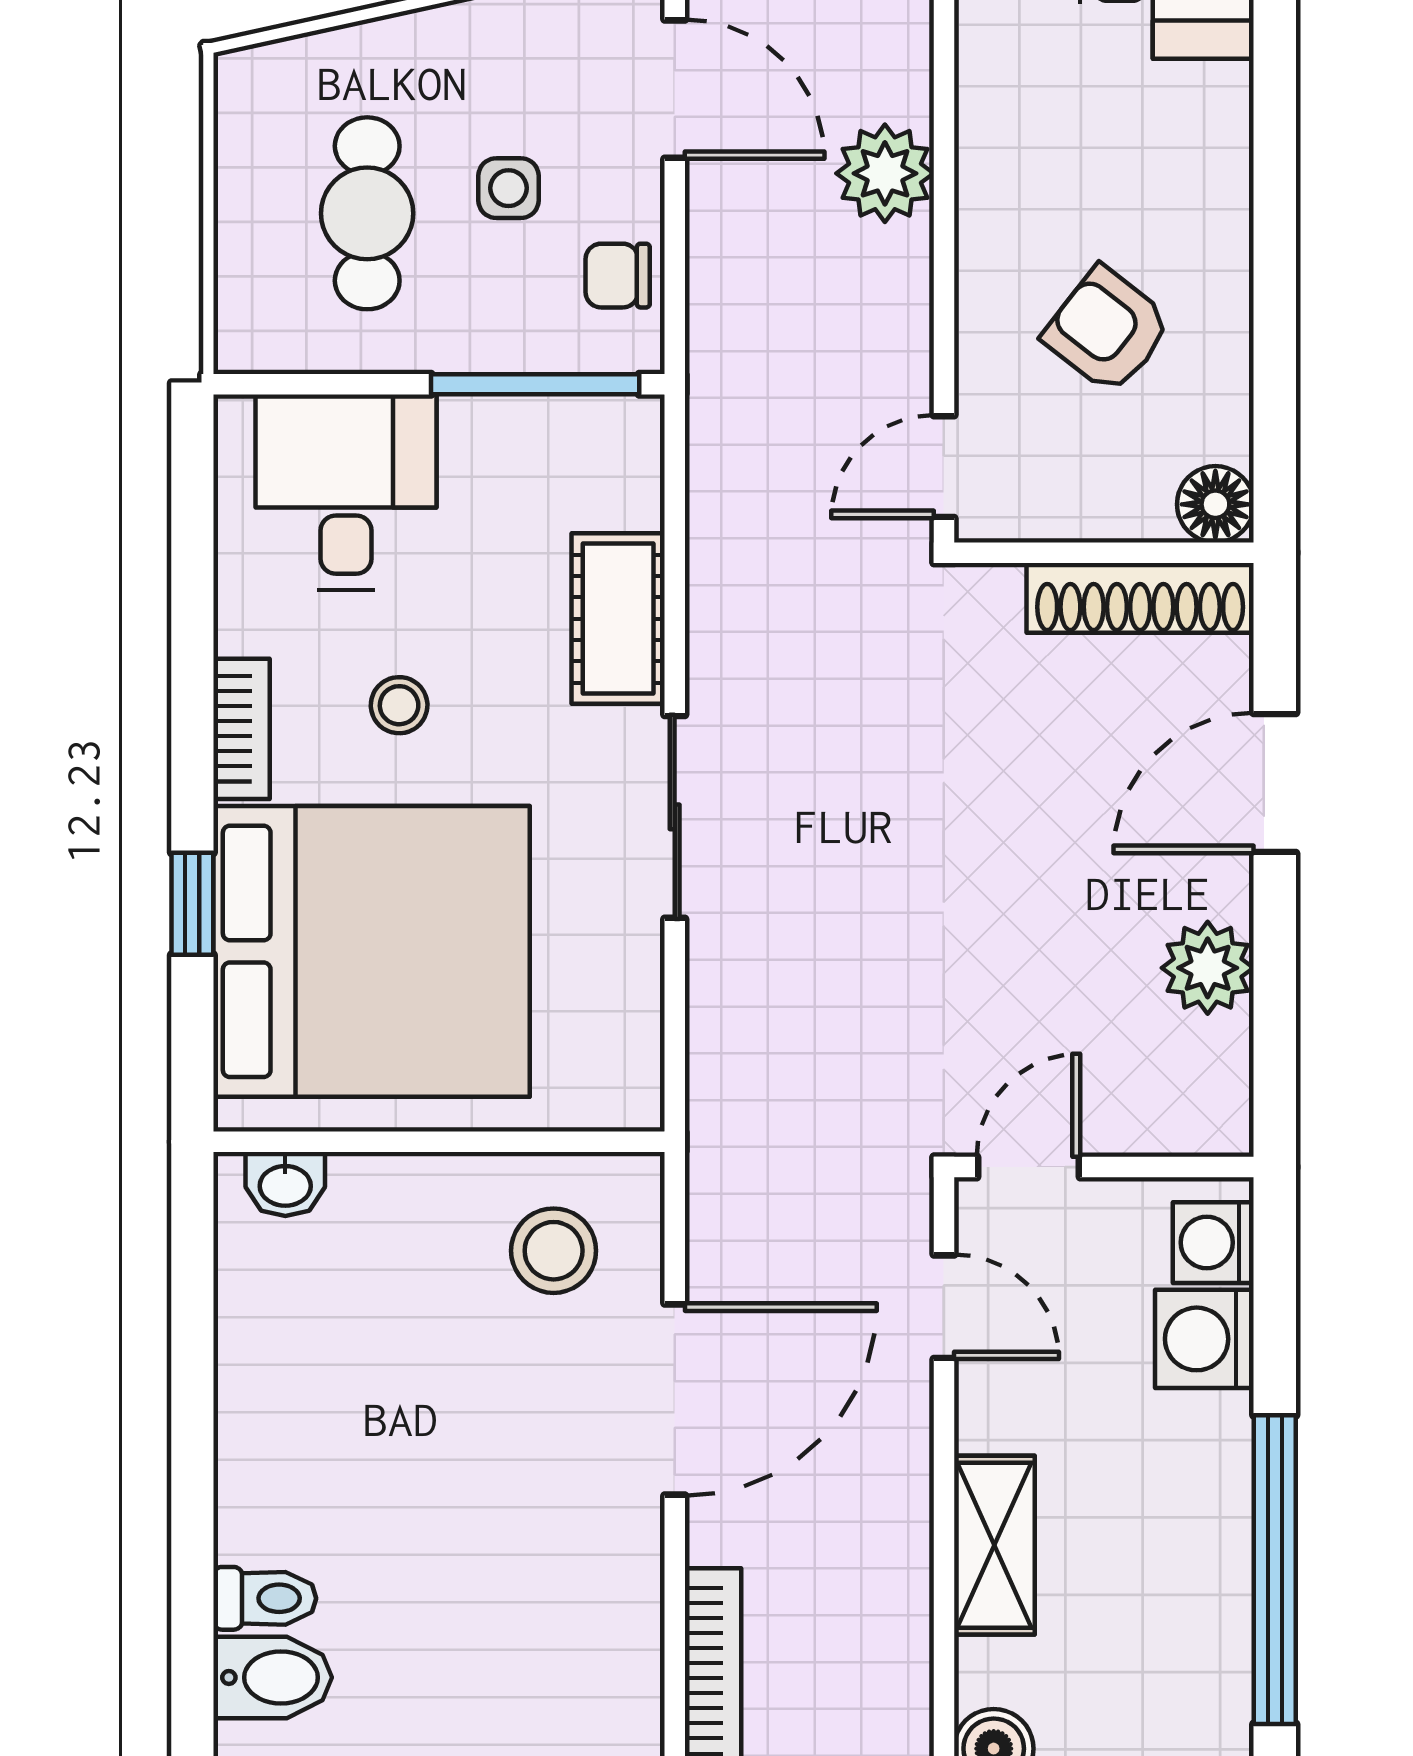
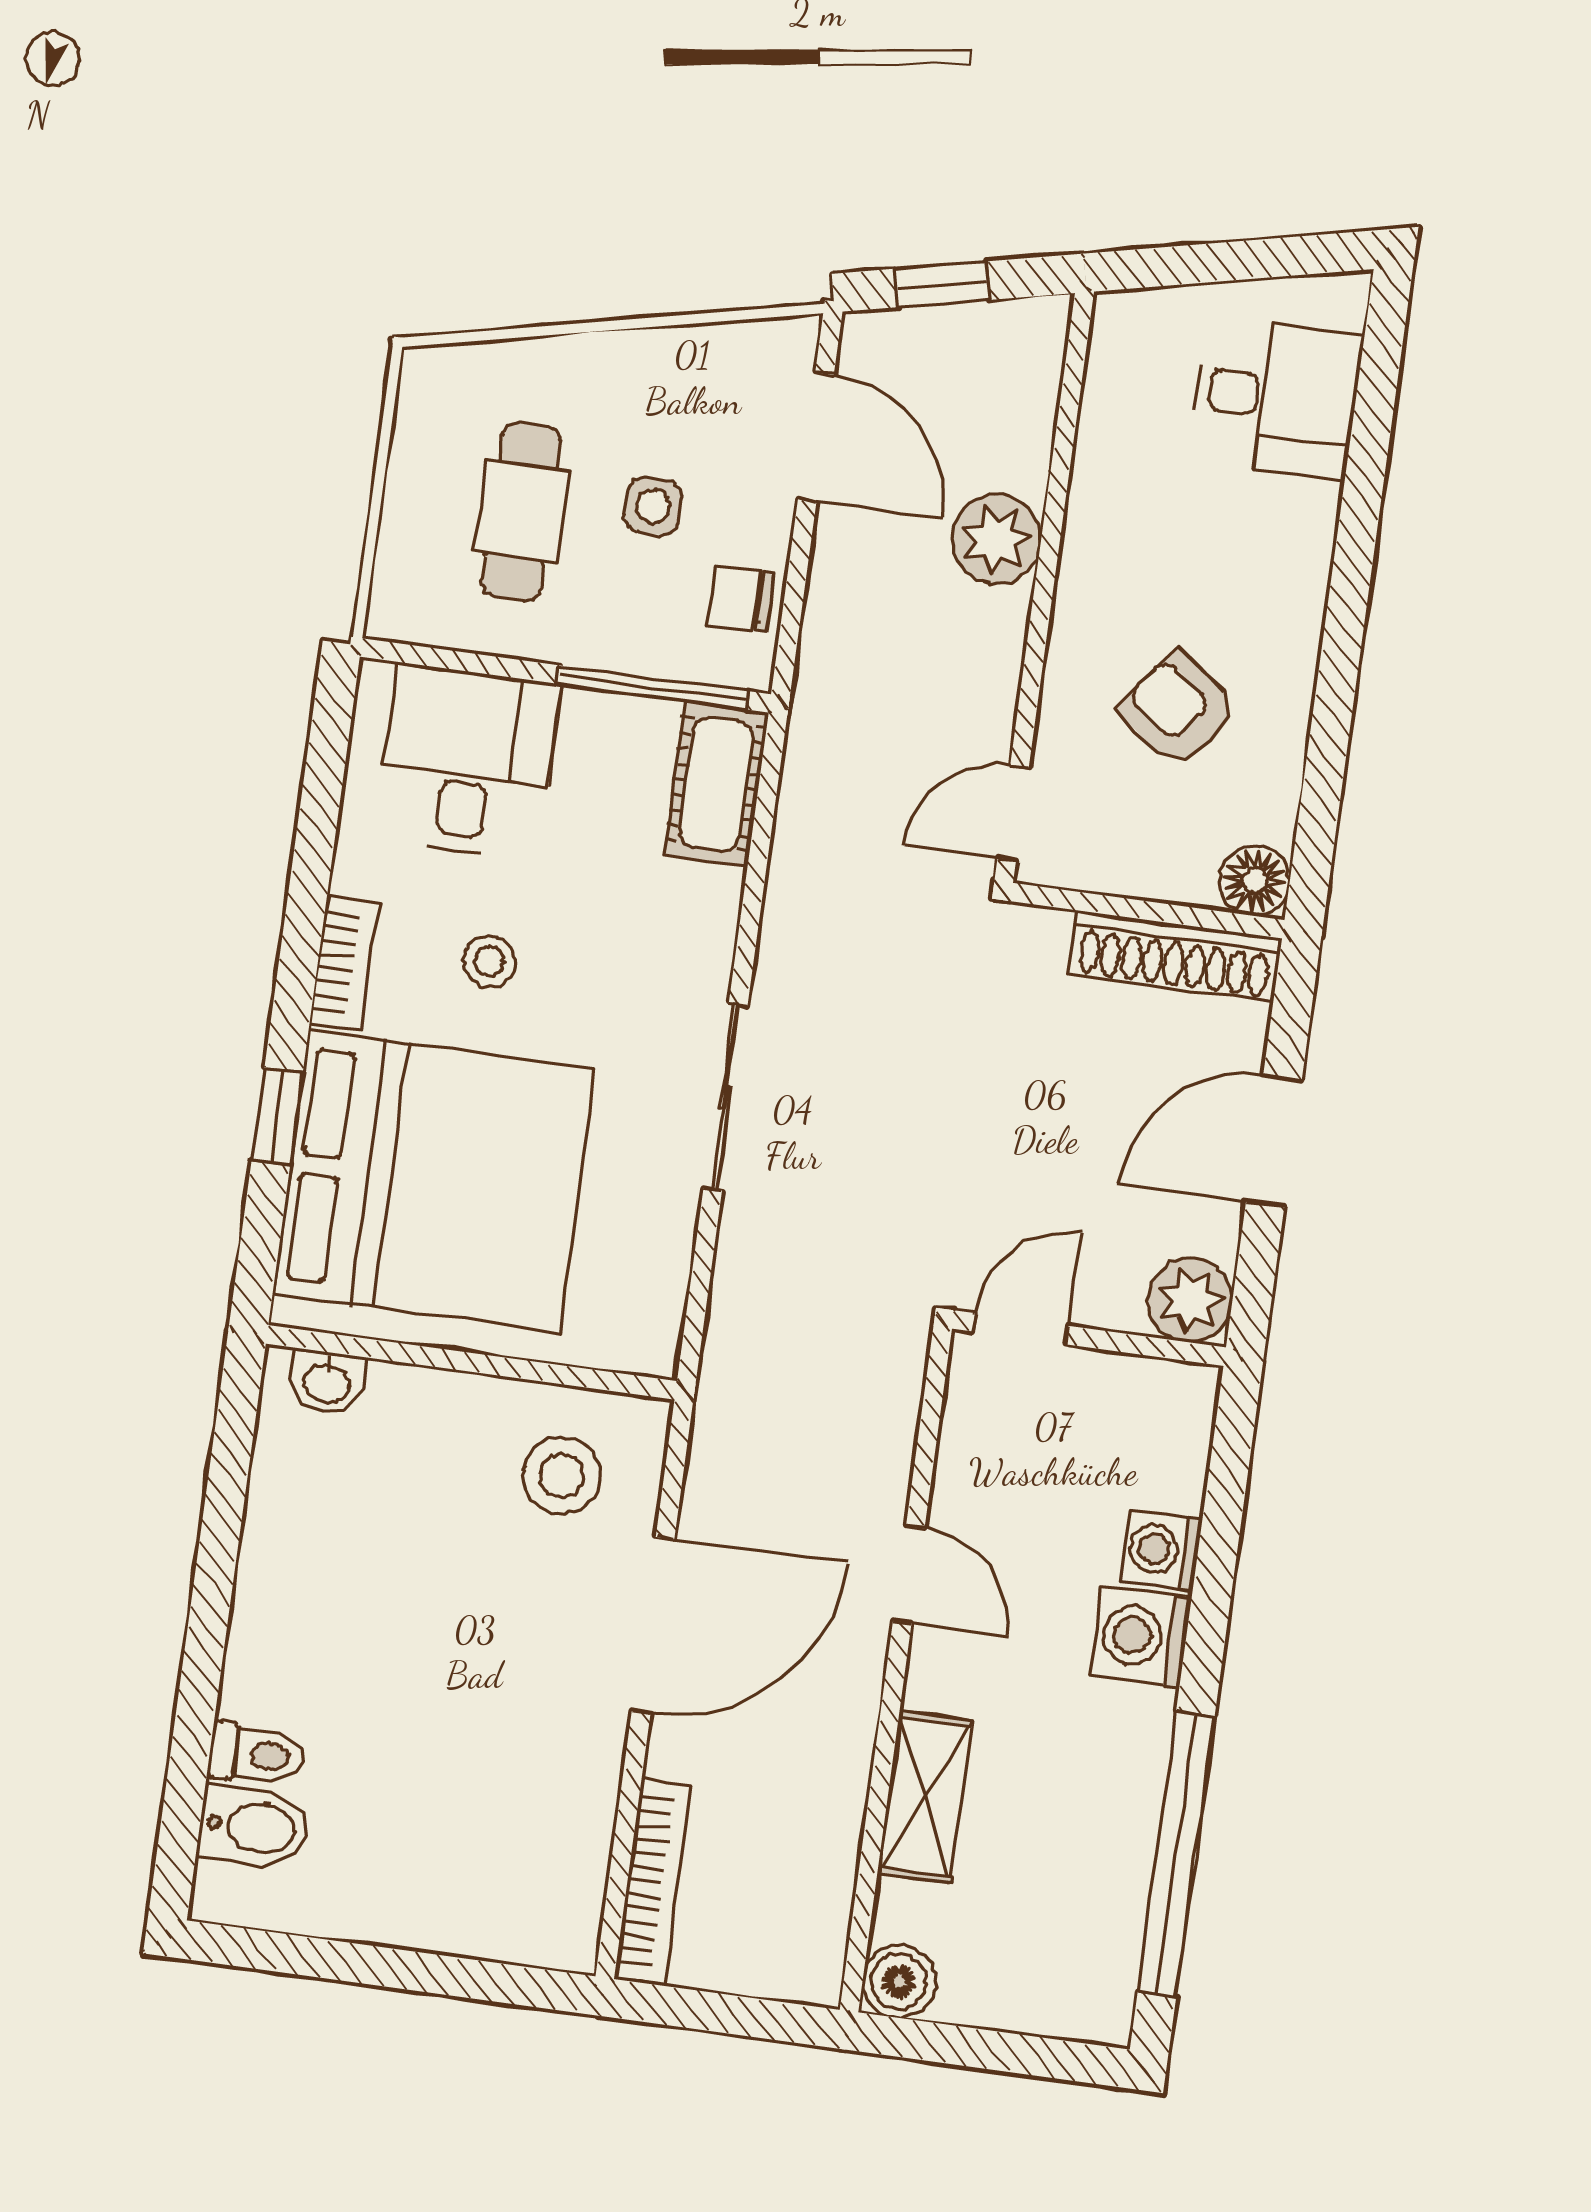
cot: (618, 619) -> (716, 784), moved
door: (1028, 1167) -> (1020, 1329), moved
wall: (1104, 1167) -> (1089, 1338), moved

